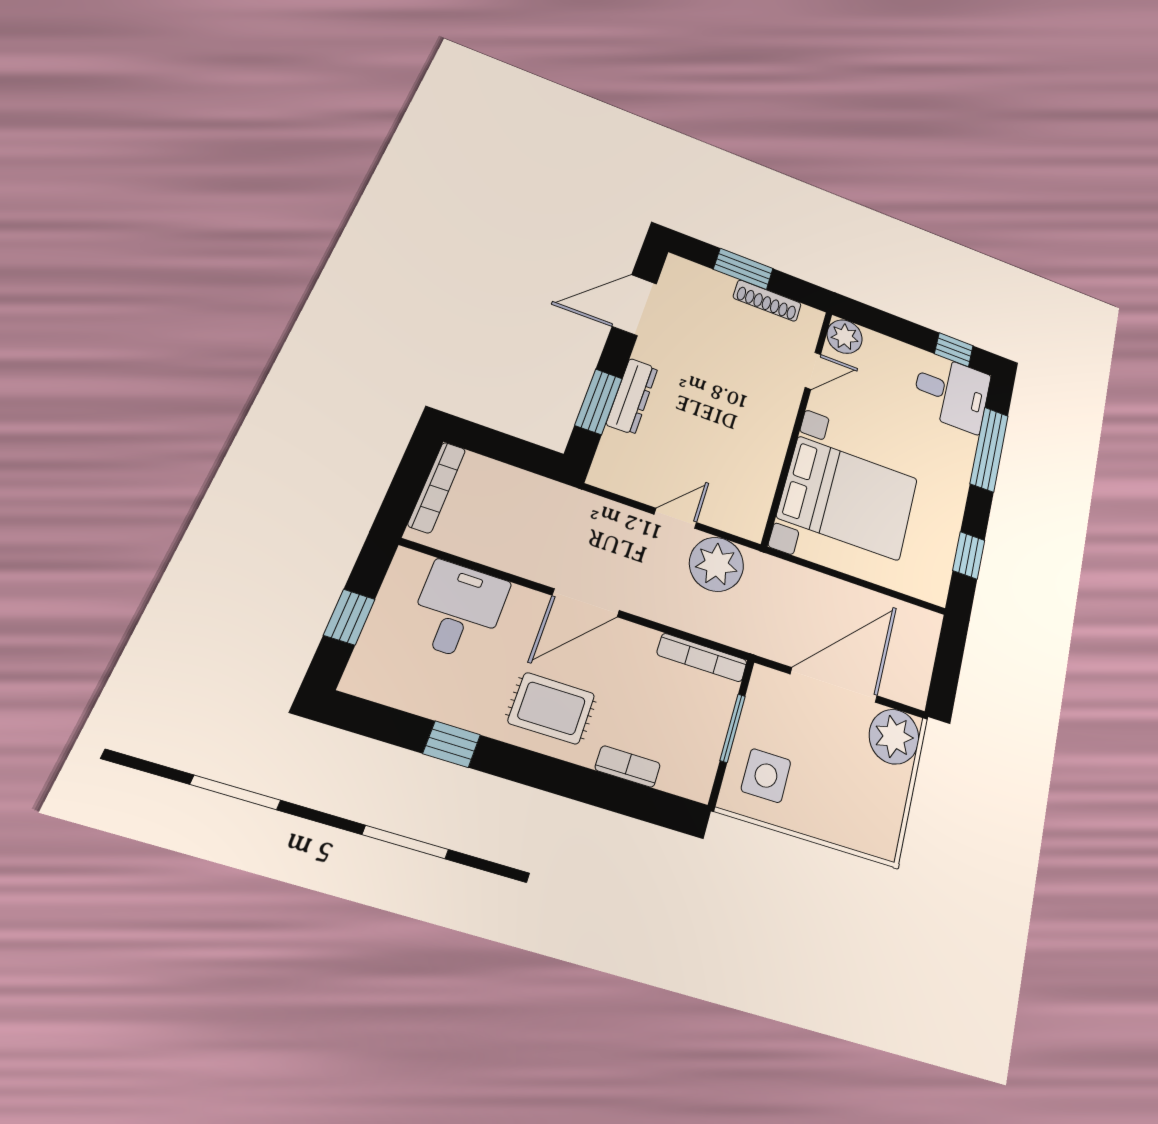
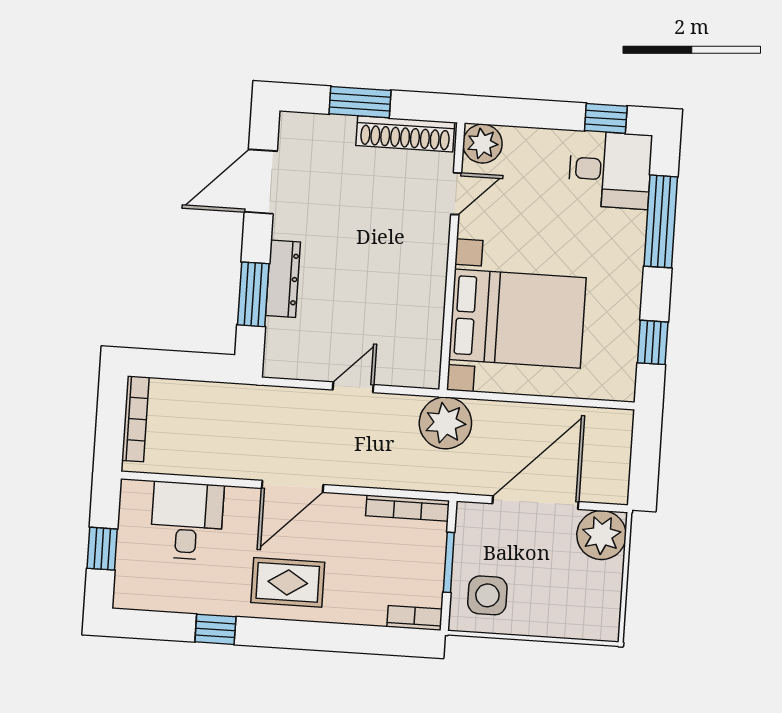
shoe rack: (767, 301) -> (405, 134), width x1.36, depth x1.24
plant: (717, 564) -> (445, 423), moved
bookcase: (628, 766) -> (415, 618), moved

